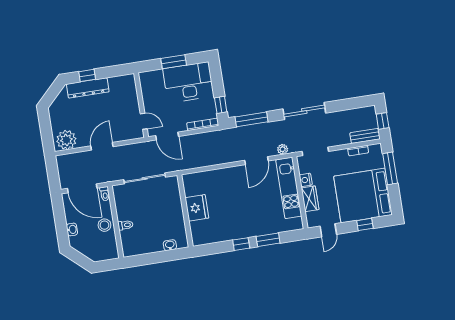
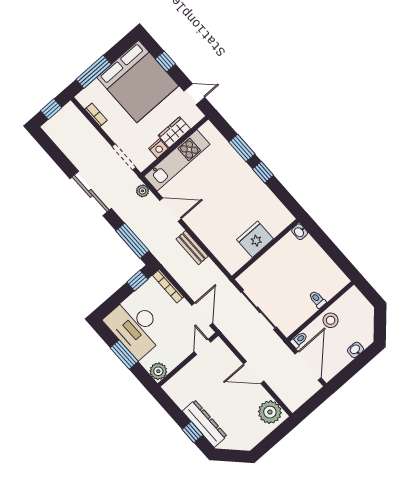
plant: (146, 79) -> (158, 371), added
bench: (365, 136) -> (192, 248), moved
washbasin: (170, 245) -> (300, 232), moved

